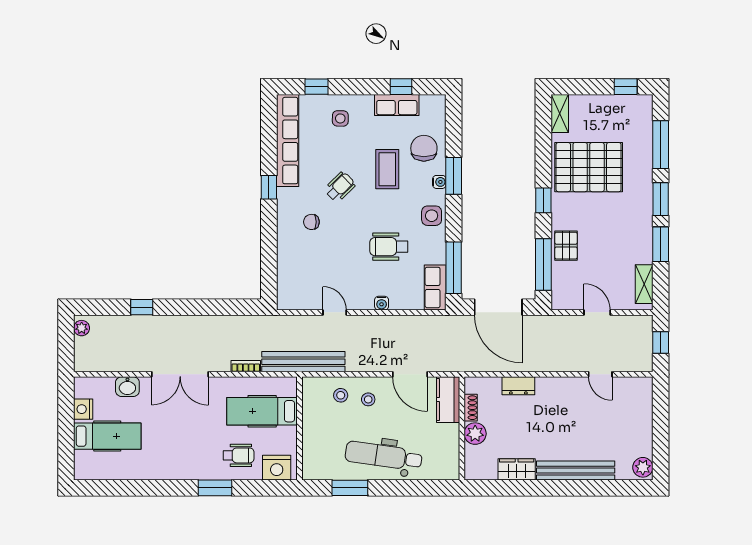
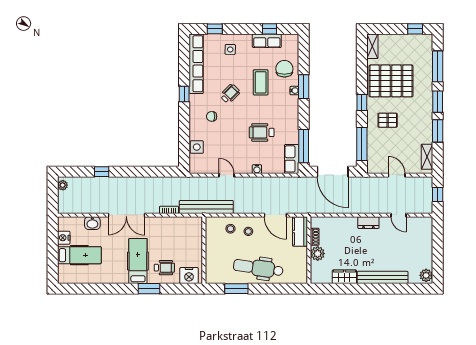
side table: (432, 216) -> (197, 147), moved
pallet: (566, 246) -> (388, 120), moved, turned 90
dresser: (518, 386) -> (368, 223), moved
hospital bed: (262, 411) -> (138, 261), moved, turned 90

